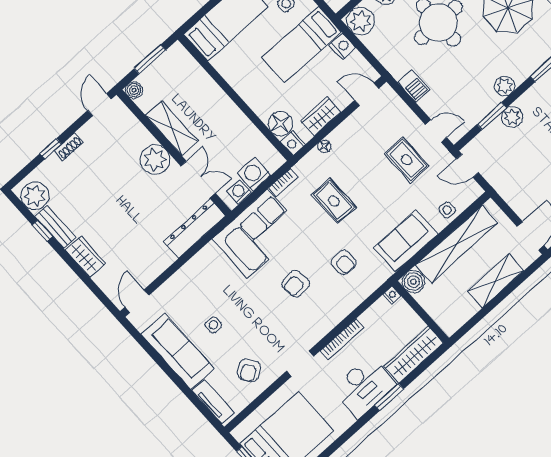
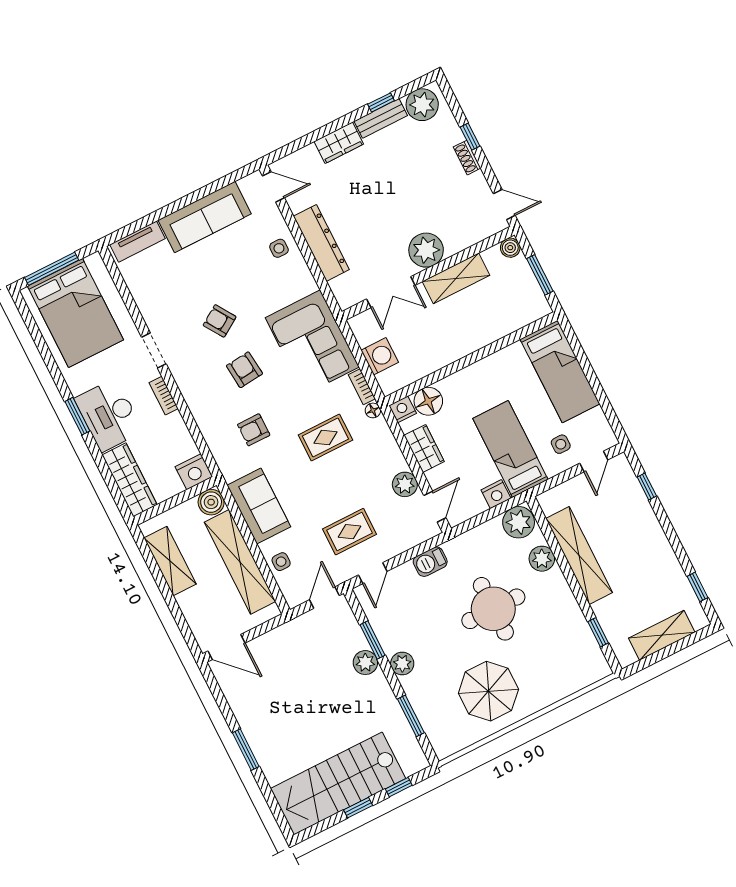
plant: (355, 124) -> (405, 484), added
floor lamp: (324, 146) -> (373, 410), moved
washing machine: (239, 192) -> (364, 335), removed
dresser: (195, 229) -> (321, 243), moved
shelving: (496, 281) -> (170, 561), moved
nightstand: (392, 295) -> (194, 472), width x1.89, depth x1.79
side table: (213, 325) -> (279, 248), moved
bookcase: (342, 339) -> (164, 396), width x0.64
armchair: (249, 370) -> (220, 321), moved
window: (389, 397) -> (77, 416), moved

